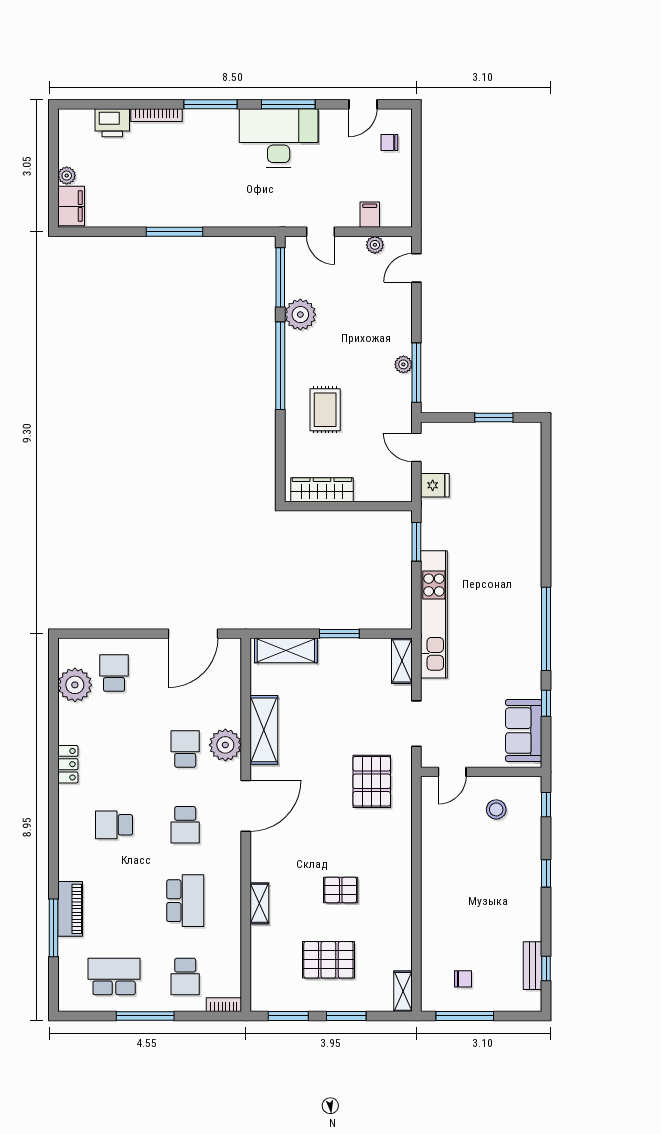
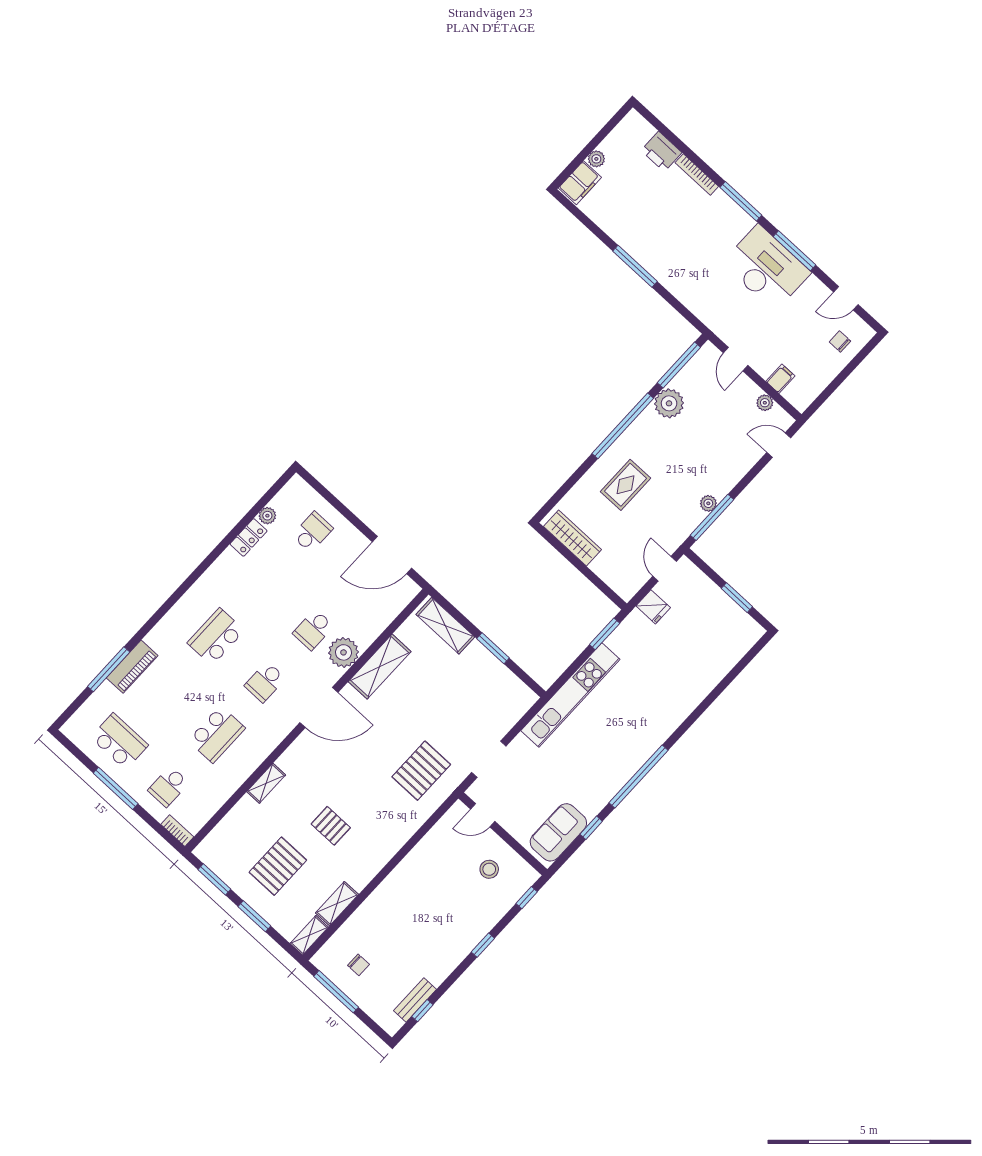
shelving: (402, 661) -> (337, 904), moved
plant: (75, 685) -> (267, 516), width x0.53, depth x0.53
school desk: (185, 749) -> (313, 630), turned 180
locker: (68, 764) -> (249, 537), moved
school desk: (114, 825) -> (216, 637), width x1.85
pallet: (328, 960) -> (278, 866), turned 90

